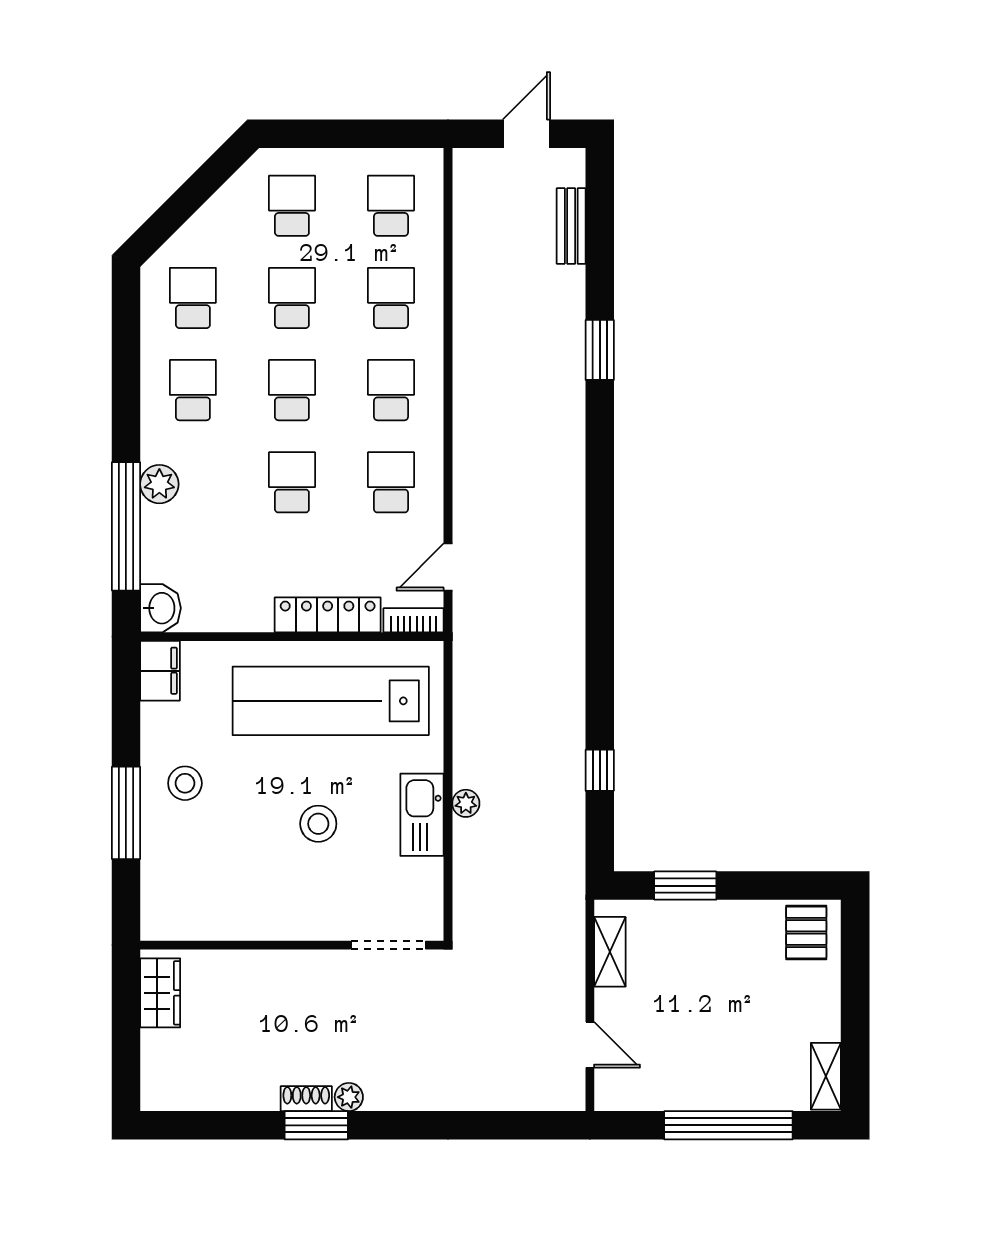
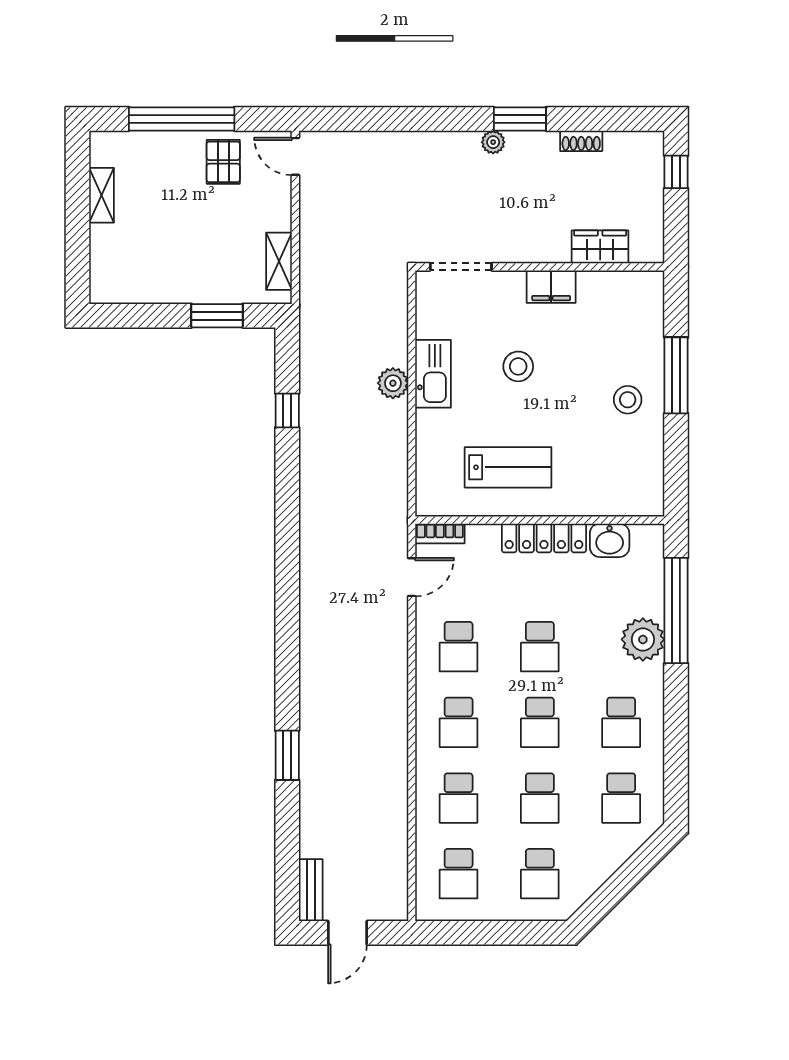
bench: (571, 226) -> (311, 890), moved
plant: (159, 484) -> (643, 639), width x1.36, depth x1.36
washbasin: (161, 608) -> (610, 540), moved, turned -90
locker: (328, 615) -> (544, 538), moved
filing cabinet: (160, 671) -> (551, 287), moved, turned -90
lab bench: (331, 701) -> (508, 467), width x0.54, depth x0.72
plant: (466, 803) -> (393, 383), width x1.38, depth x1.38
pallet: (806, 932) -> (223, 162), moved
wardrobe: (160, 993) -> (600, 247), moved, turned 90
door: (590, 1045) -> (295, 156), moved
window: (126, 1061) -> (676, 172), added
shelving: (826, 1076) -> (102, 195), moved
shoe rack: (306, 1099) -> (581, 141), moved

